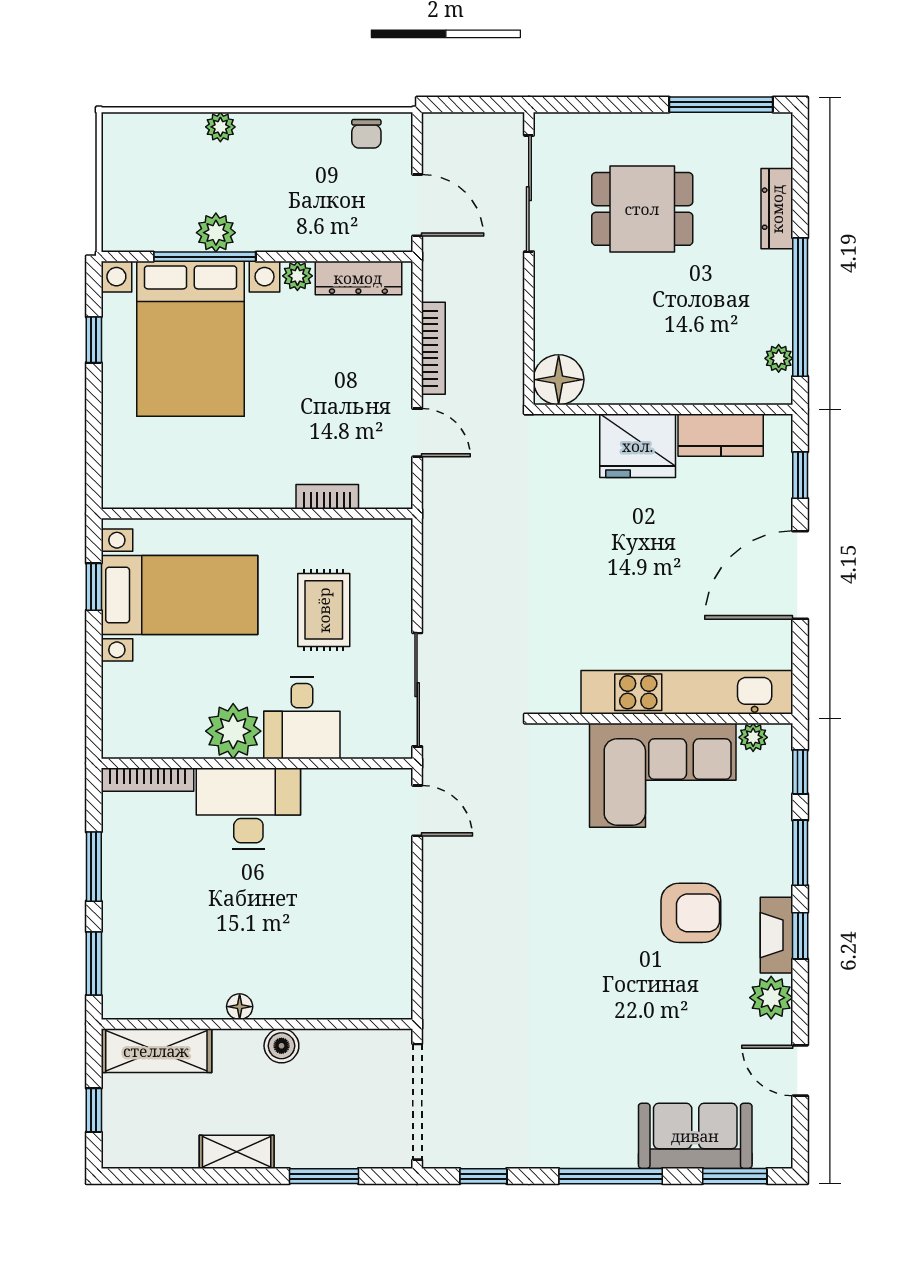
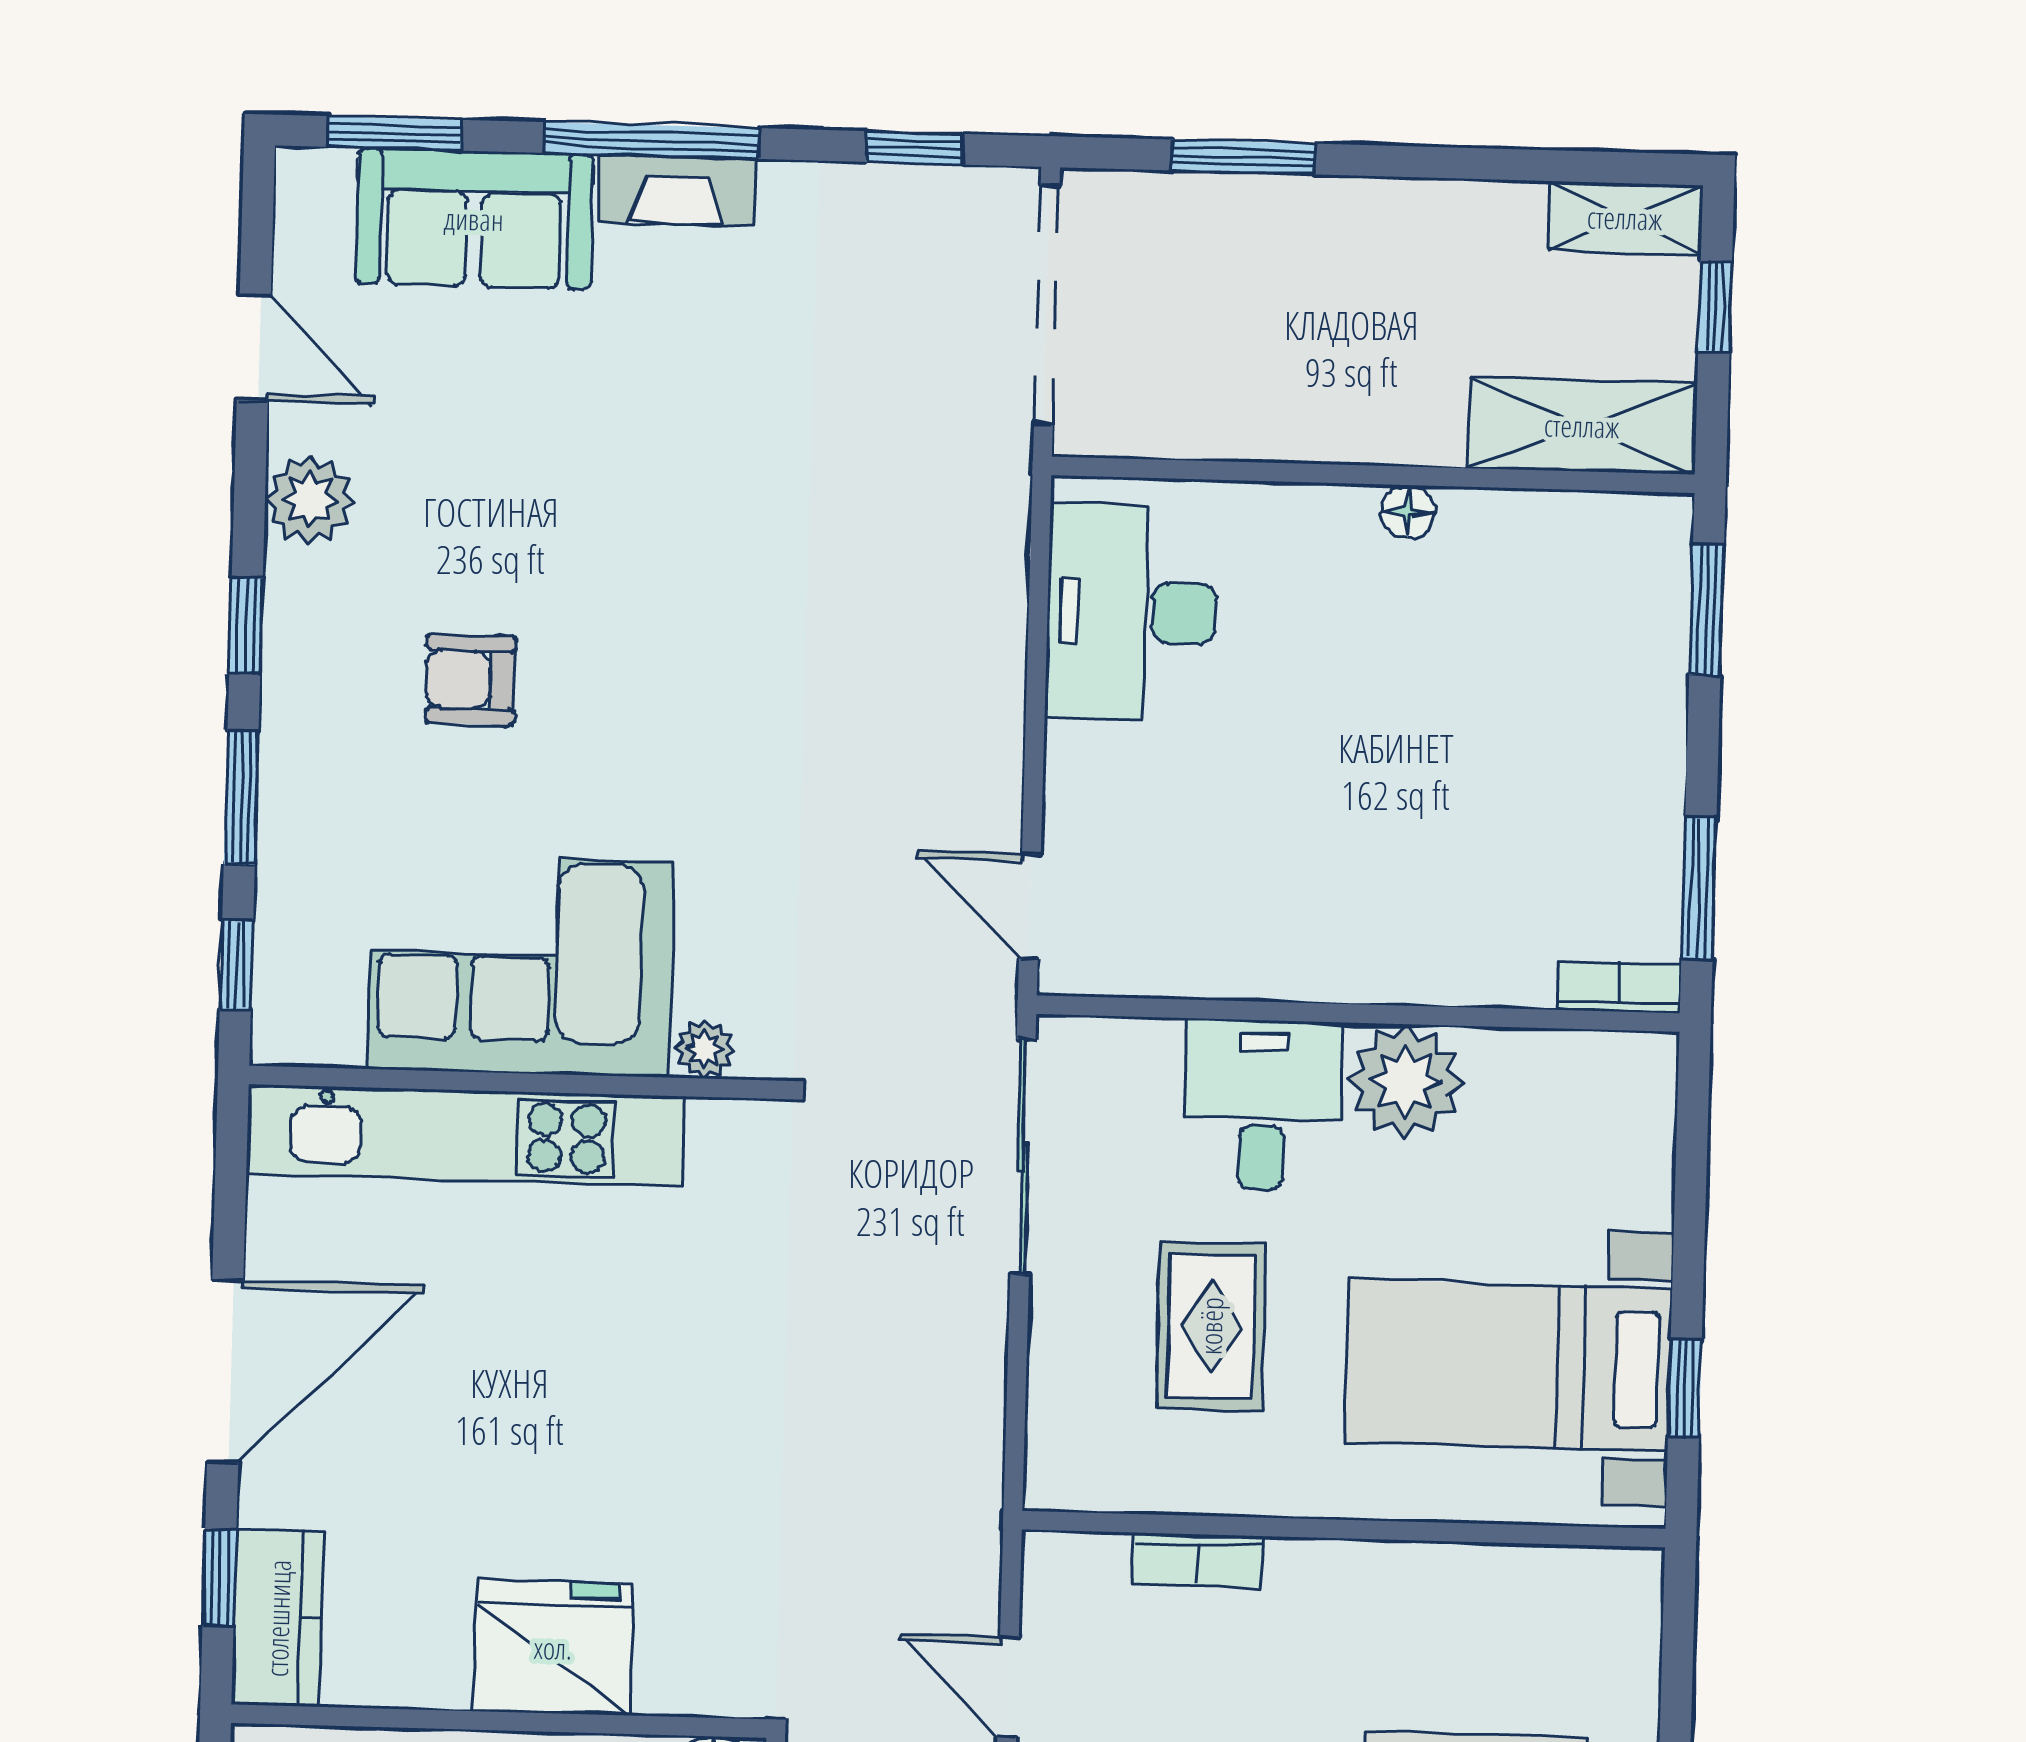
kitchen counter: (721, 435) -> (278, 1618), moved, turned 90
plant: (753, 737) -> (705, 1049), moved
bookcase: (147, 780) -> (1620, 987), width x0.64
desk: (248, 809) -> (1132, 612), moved, turned 90
window: (94, 867) -> (1699, 888), moved
armchair: (691, 913) -> (470, 679), width x0.72, depth x0.72
fireplace: (776, 935) -> (677, 190), moved, turned 90
boiler: (281, 1046) -> (1324, 429), removed
shelving: (237, 1152) -> (1625, 218), moved

